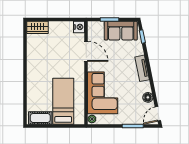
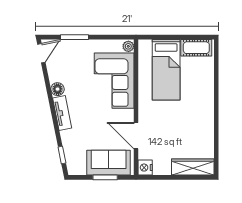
wardrobe: (38, 27) -> (193, 167), width x1.50
sofa: (121, 31) -> (109, 163), moved
floor lamp: (148, 97) -> (58, 89), moved

